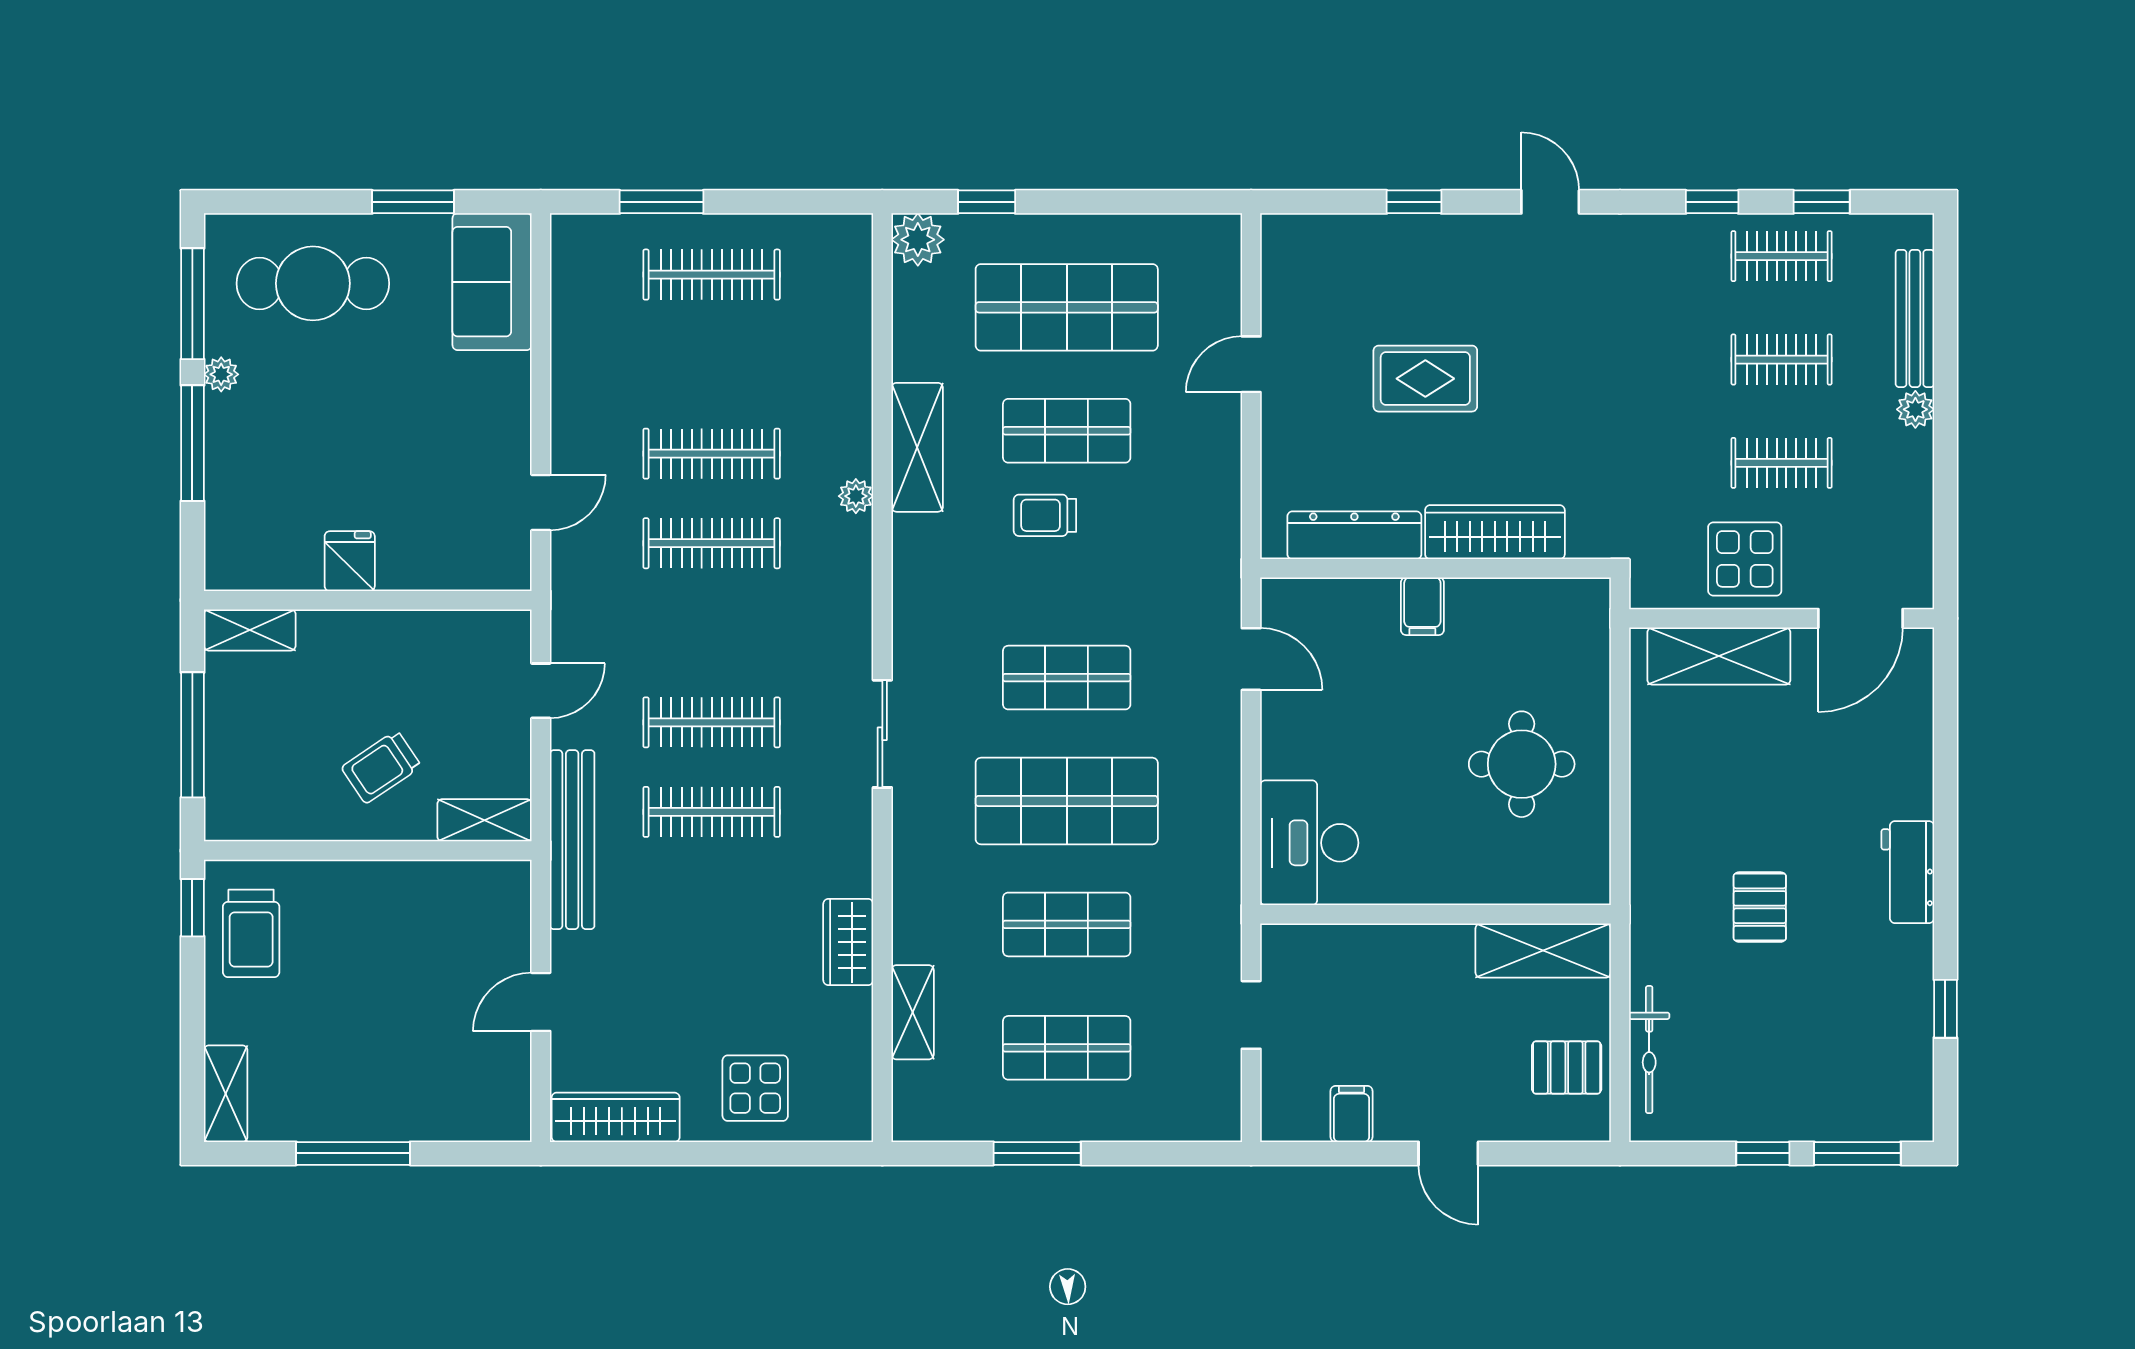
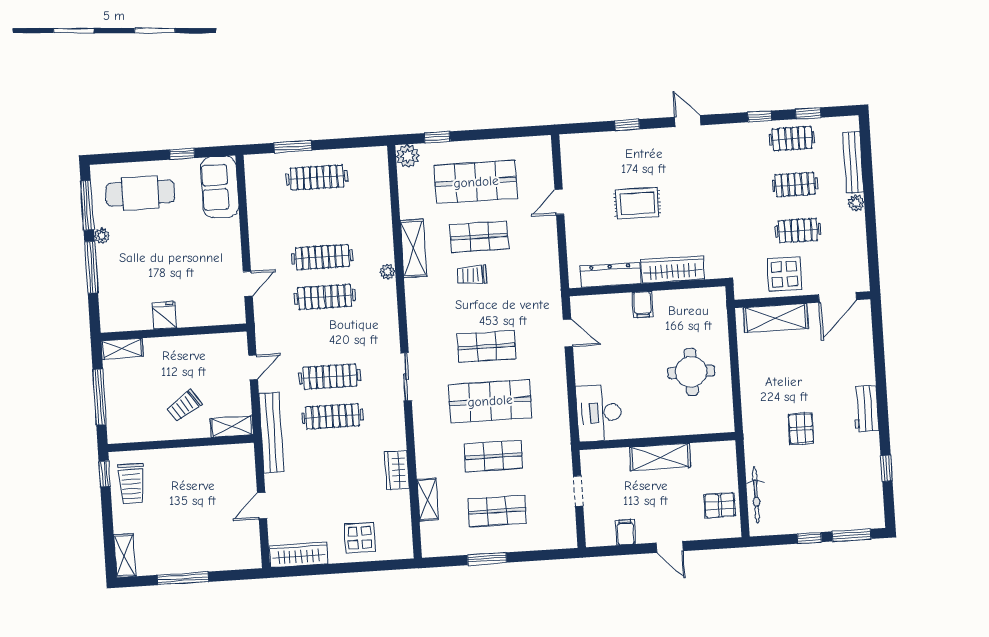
window: (413, 202) -> (182, 154), width x0.67
shelving: (1543, 951) -> (660, 457), moved

